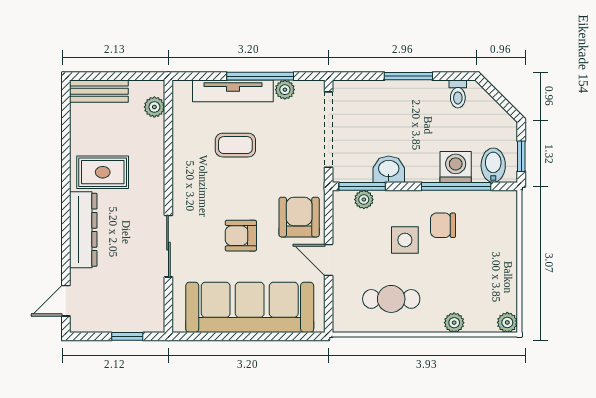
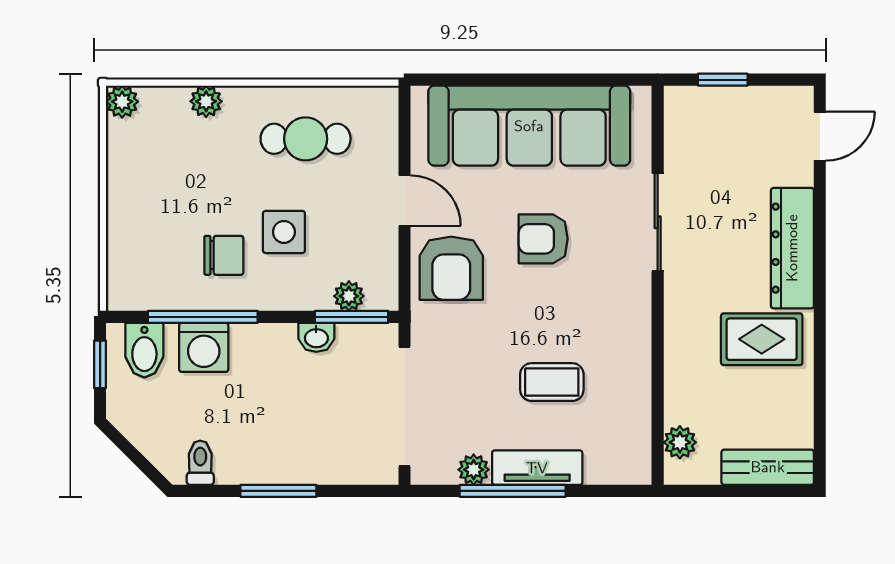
tv unit: (233, 91) -> (537, 468), width x0.71
washbasin: (389, 169) -> (316, 337), width x0.72, depth x0.69
armchair: (241, 236) -> (543, 239), turned 180

